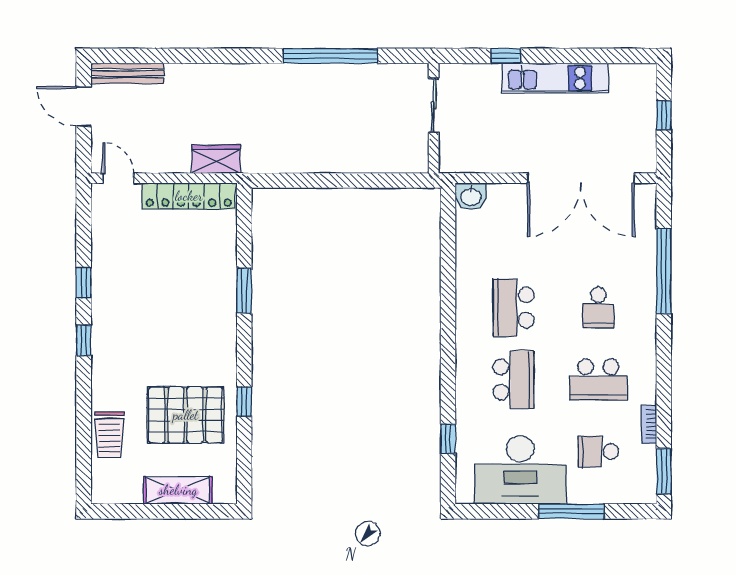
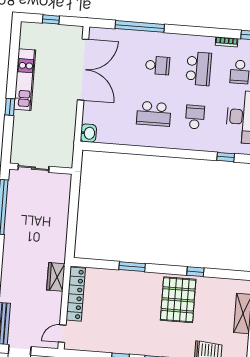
sliding door: (434, 105) -> (33, 168), moved
wall: (434, 118) -> (41, 169), moved
school desk: (514, 380) -> (195, 117), width x0.54
pallet: (186, 415) -> (178, 300), moved

